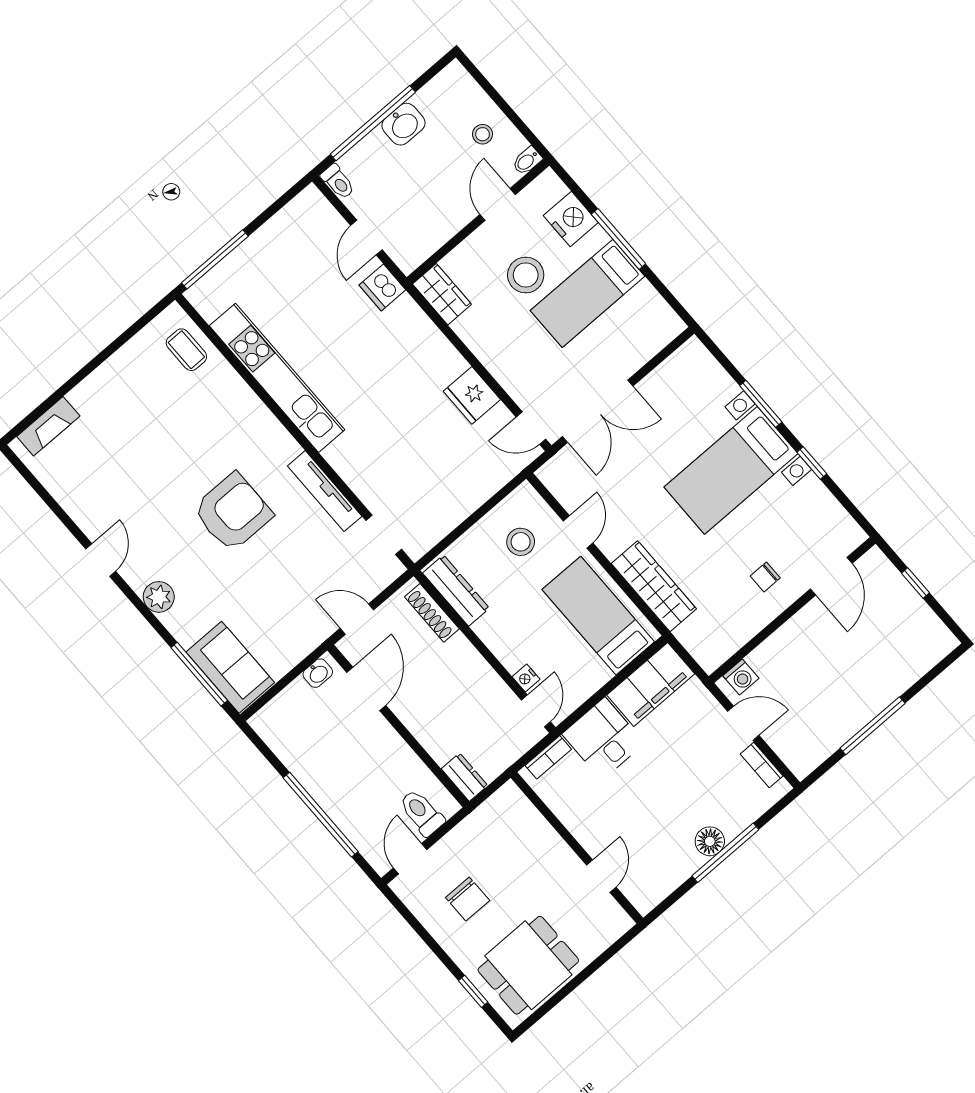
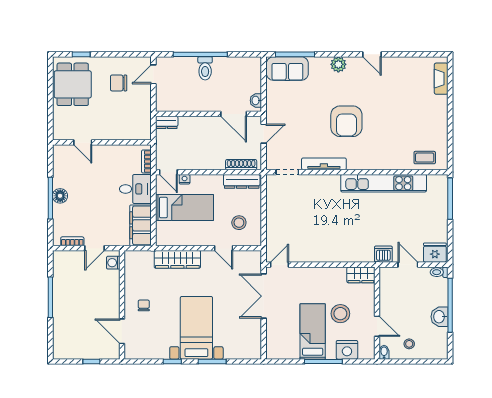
fridge: (472, 395) -> (435, 253), moved
bed: (598, 616) -> (184, 207), moved
toilet: (422, 813) -> (205, 68), moved, turned 90
door: (410, 859) -> (153, 74), swing flipped

